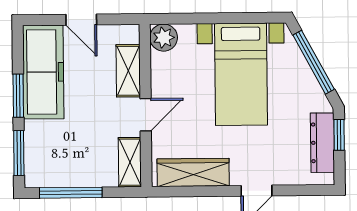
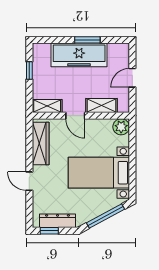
freezer: (43, 72) -> (79, 55), moved
window: (339, 135) -> (49, 231), moved
window: (19, 153) -> (53, 40), removed
window: (71, 193) -> (29, 71), width x0.46

